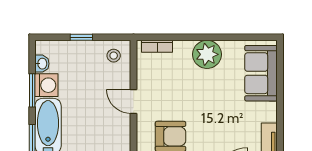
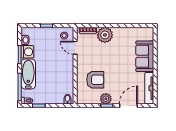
plant: (207, 54) -> (105, 35), moved
sofa: (261, 73) -> (145, 56), moved
door: (134, 101) -> (75, 48), moved

